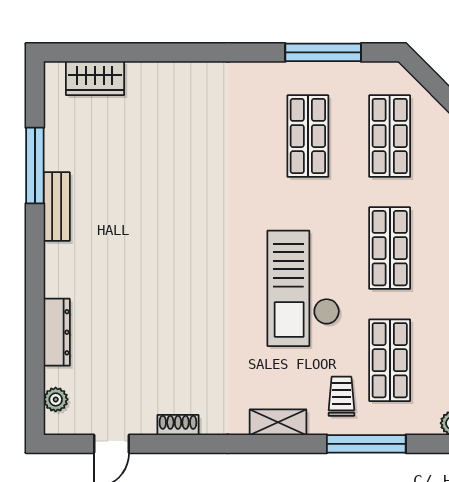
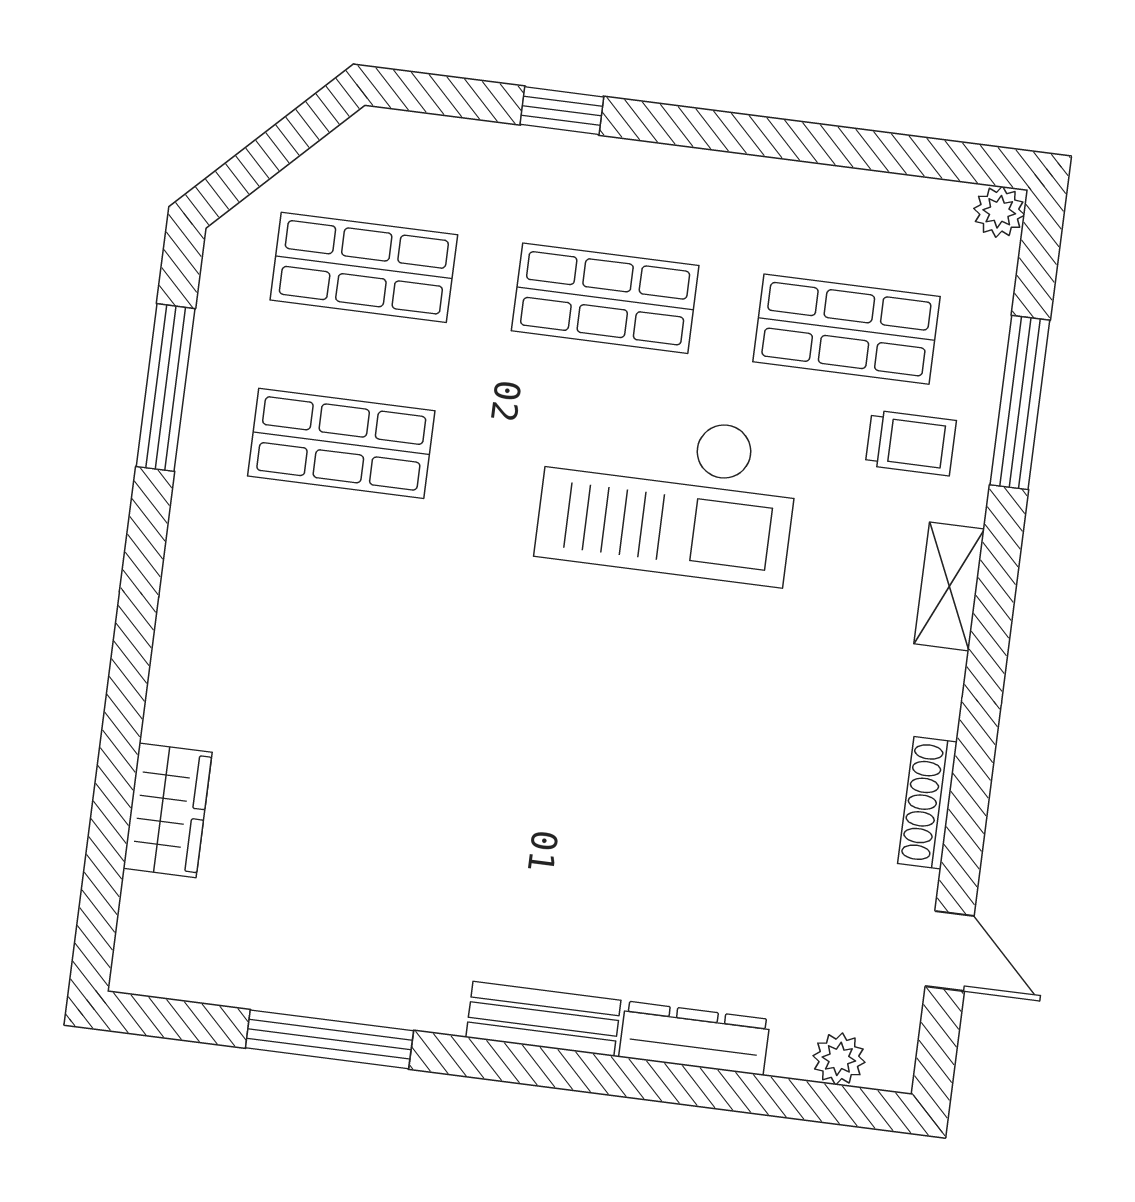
wardrobe: (95, 78) -> (168, 810), moved
bench: (57, 207) -> (543, 1019), moved
trolley: (341, 396) -> (911, 443), turned 180
shoe rack: (178, 425) -> (927, 803), width x1.43

